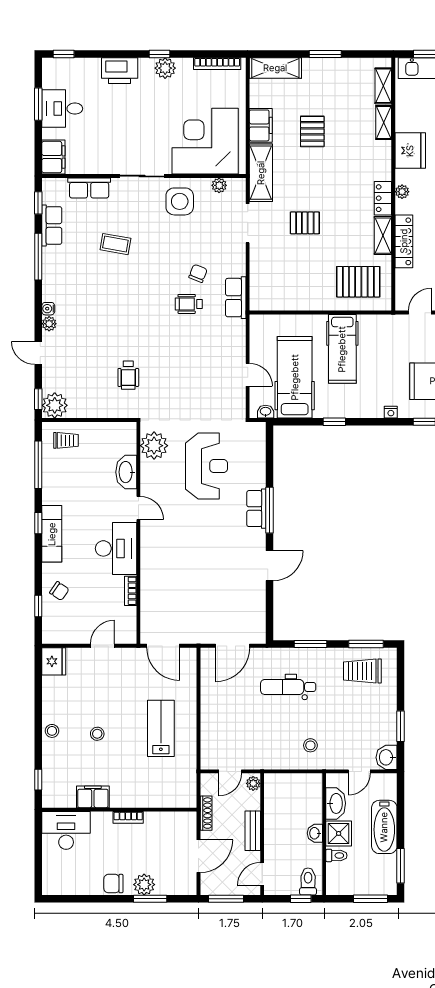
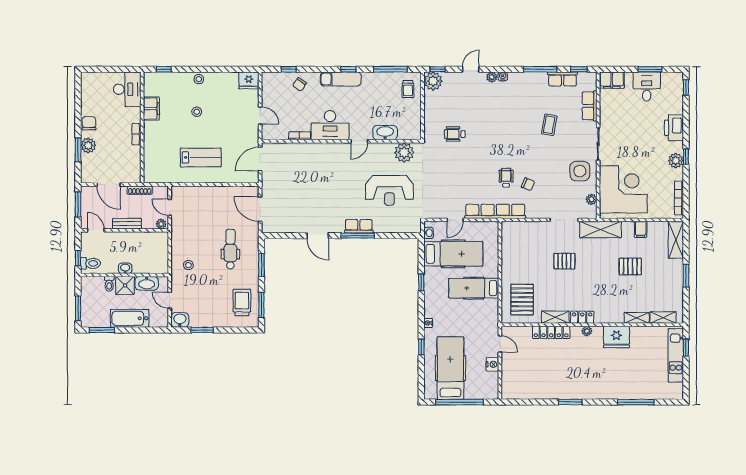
filing cabinet: (261, 125) -> (641, 229), width x0.50
pallet: (305, 223) -> (564, 261), turned 90
row of seats: (236, 298) -> (495, 211), width x2.02

